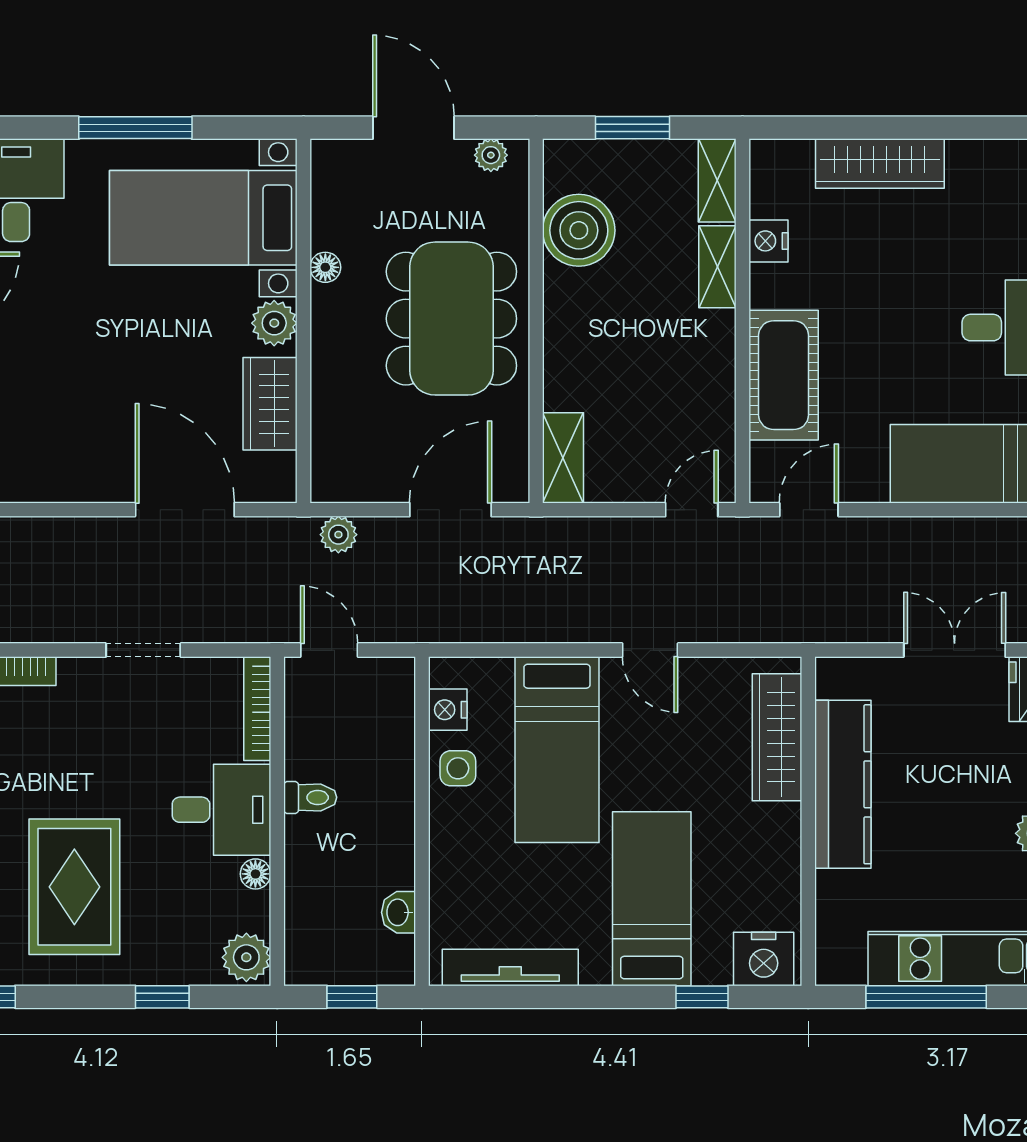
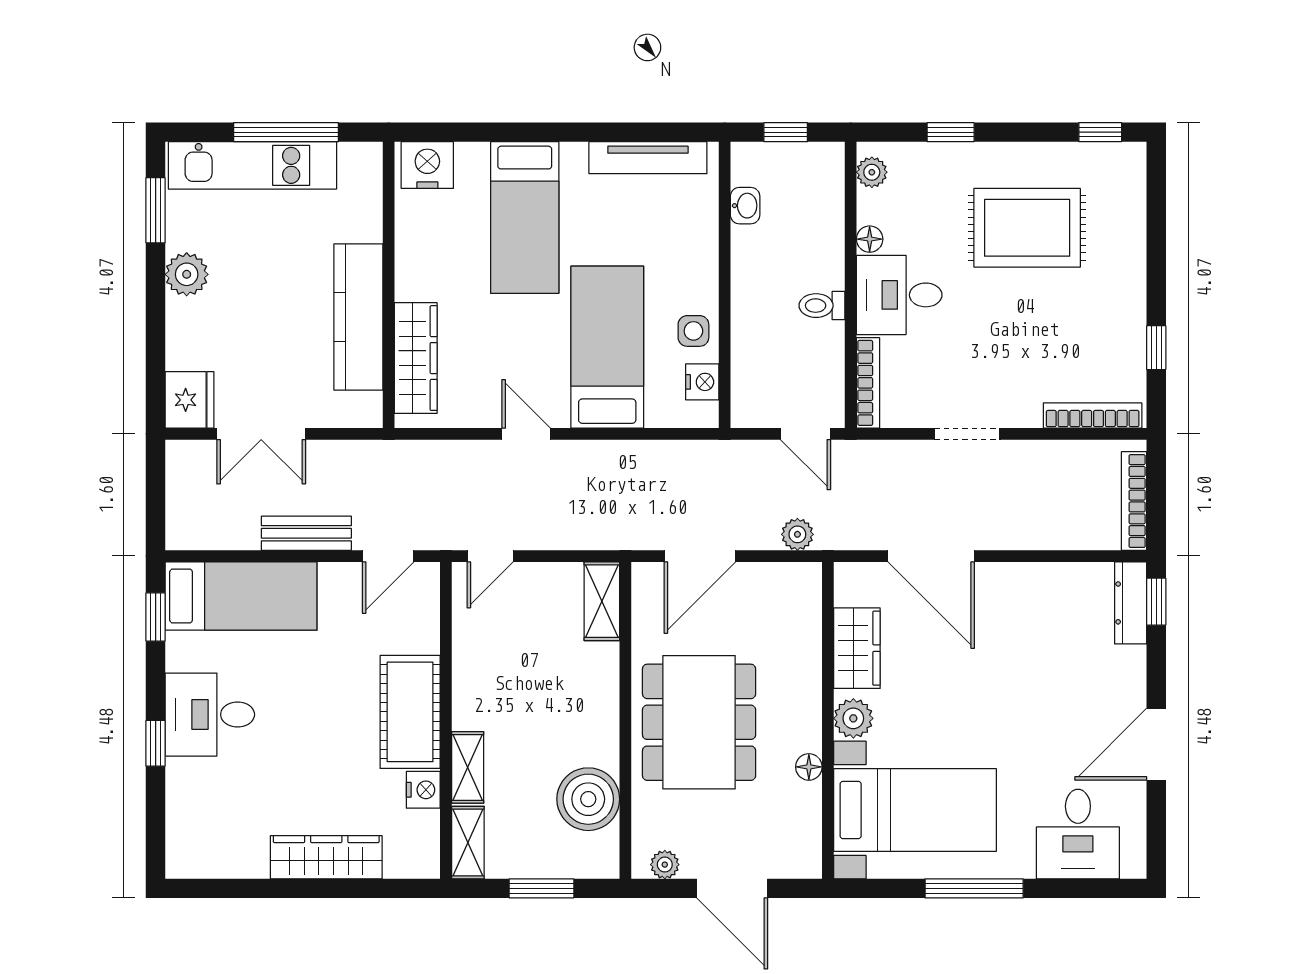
cot: (784, 375) -> (410, 712), moved
bench: (903, 536) -> (306, 533), added
rug: (74, 887) -> (1027, 228), turned 90
plant: (246, 957) -> (872, 172), width x0.73, depth x0.73
window: (702, 997) -> (481, 132), removed

